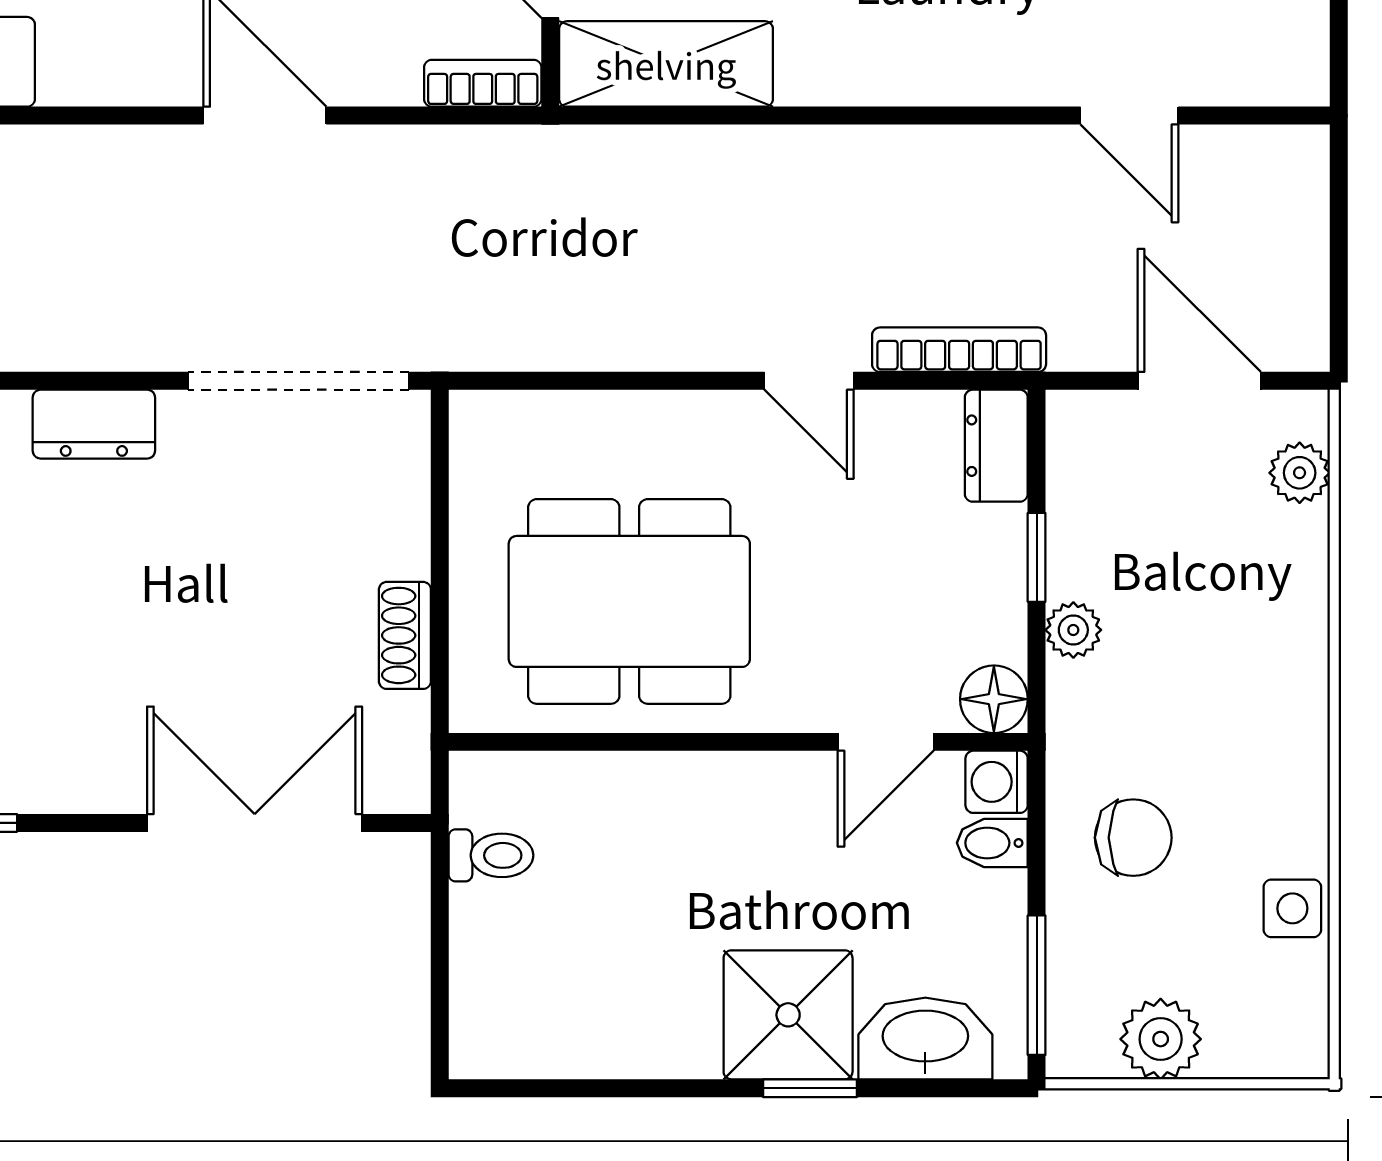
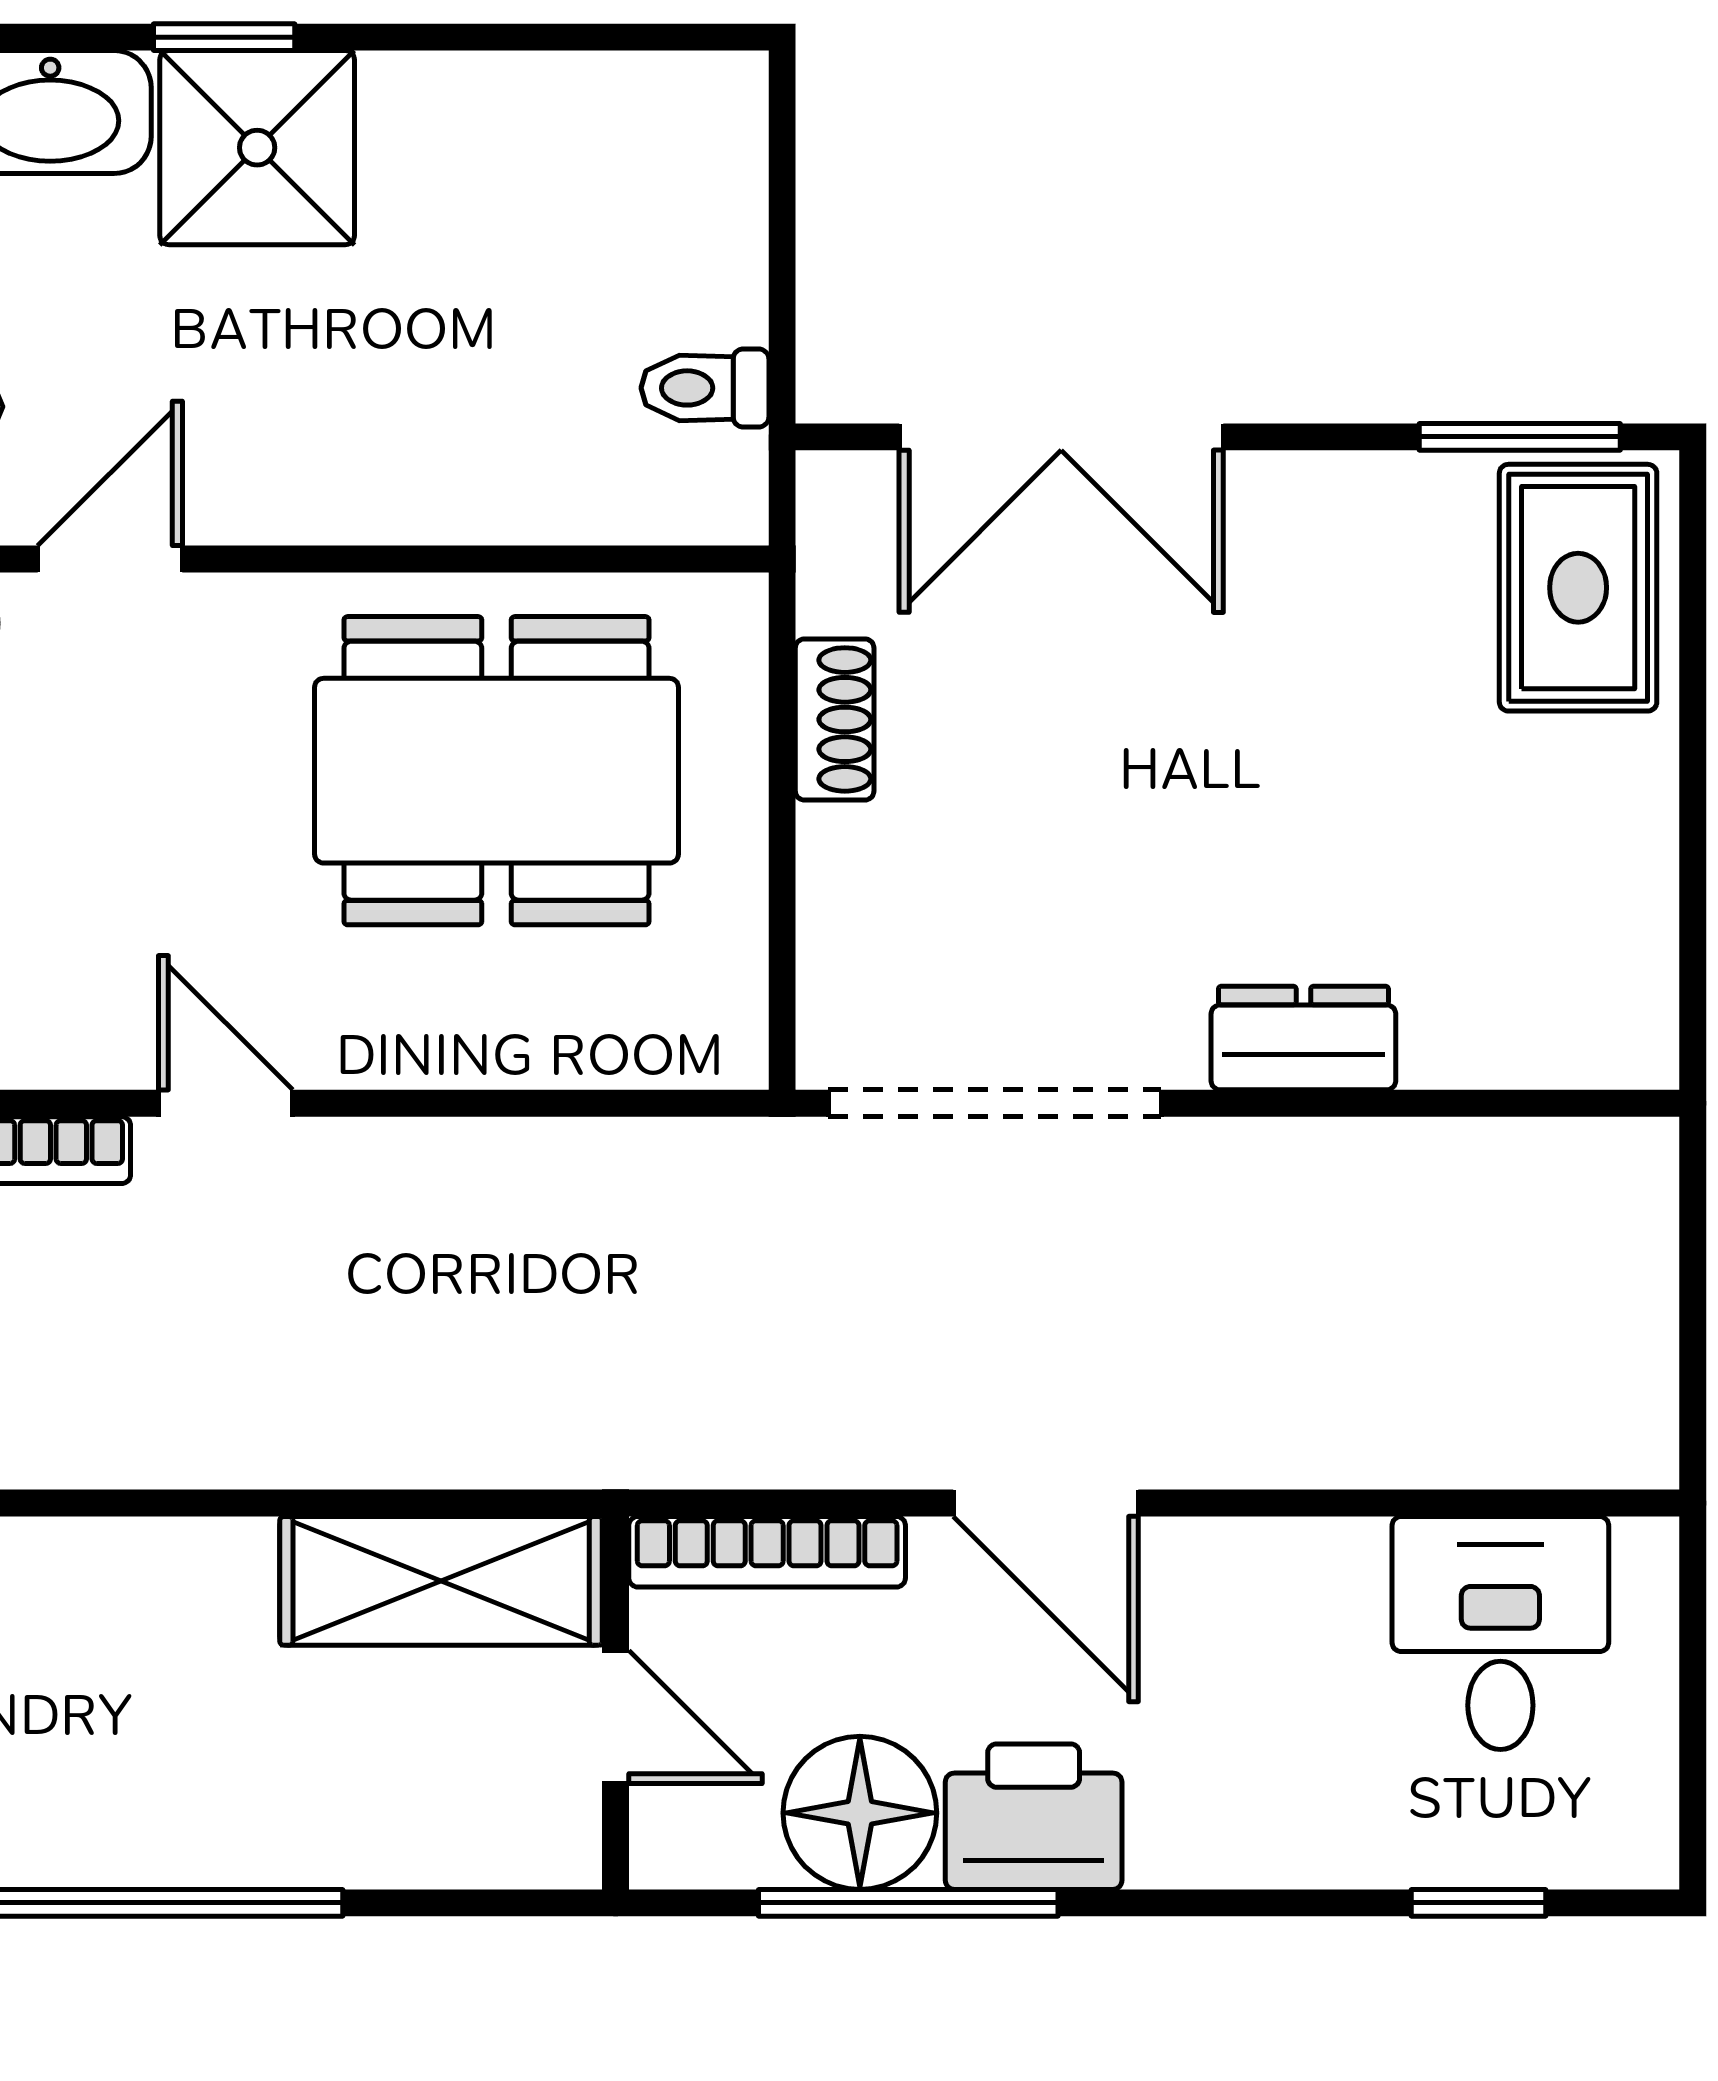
bookcase: (483, 83) -> (767, 1552), width x1.56

